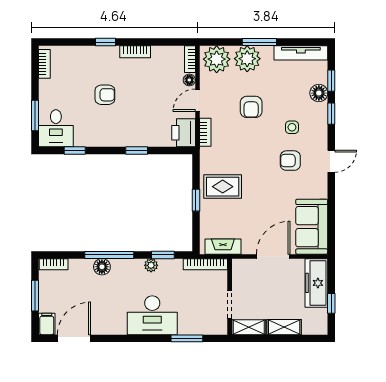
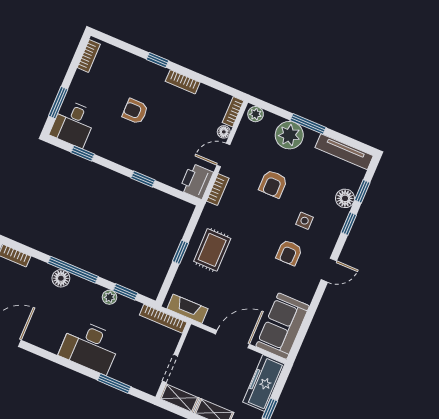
plant: (217, 59) -> (256, 114), width x0.53, depth x0.53
armchair: (105, 95) -> (135, 111), turned 180
armchair: (290, 161) -> (289, 253), turned -90
rug: (223, 187) -> (212, 250), turned 90

